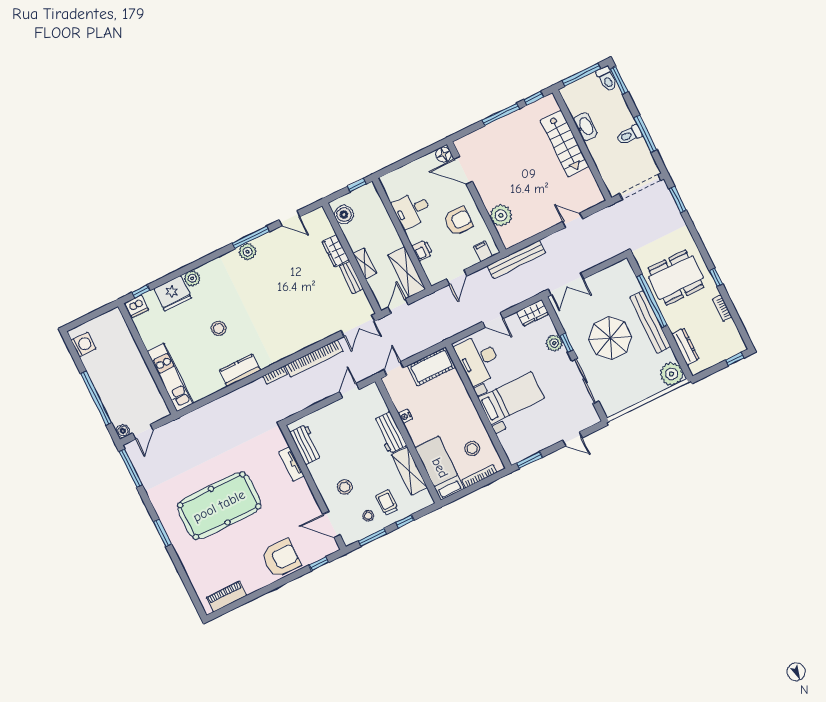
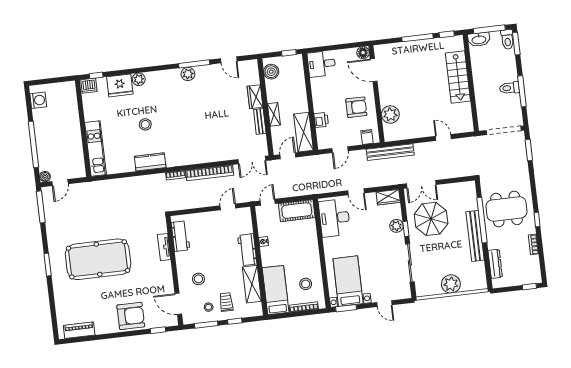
washbasin: (585, 127) -> (479, 39), moved, turned 90
desk: (412, 210) -> (321, 64), moved
parasol: (610, 338) -> (431, 219), moved
plant: (672, 374) -> (451, 284), moved
bed with nightstands: (511, 398) -> (348, 281), moved, turned -90

